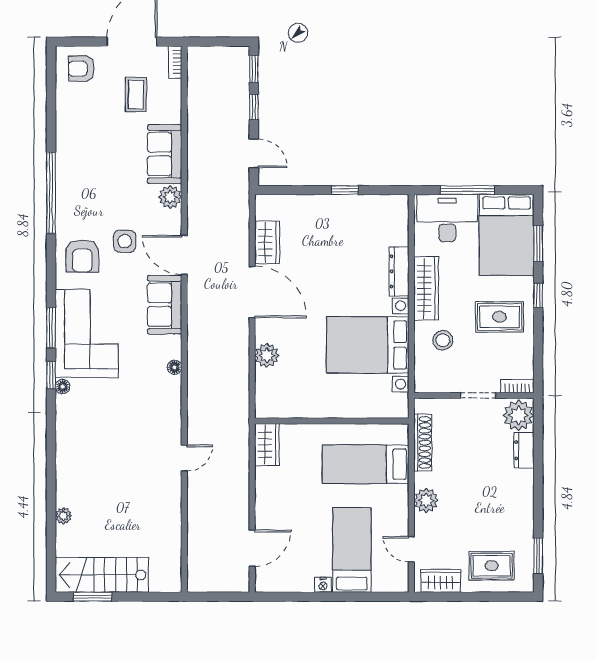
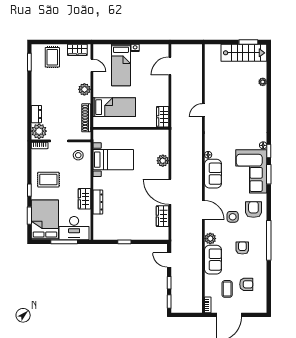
armchair: (81, 69) -> (246, 284), moved
armchair: (105, 178) -> (242, 248), added
wardrobe: (426, 288) -> (84, 199), width x0.67
sofa: (165, 305) -> (213, 174), moved
stool: (443, 340) -> (78, 155), moved
bed with nightstands: (368, 345) -> (113, 160), width x0.73
rug: (492, 566) -> (52, 57), turned 90

